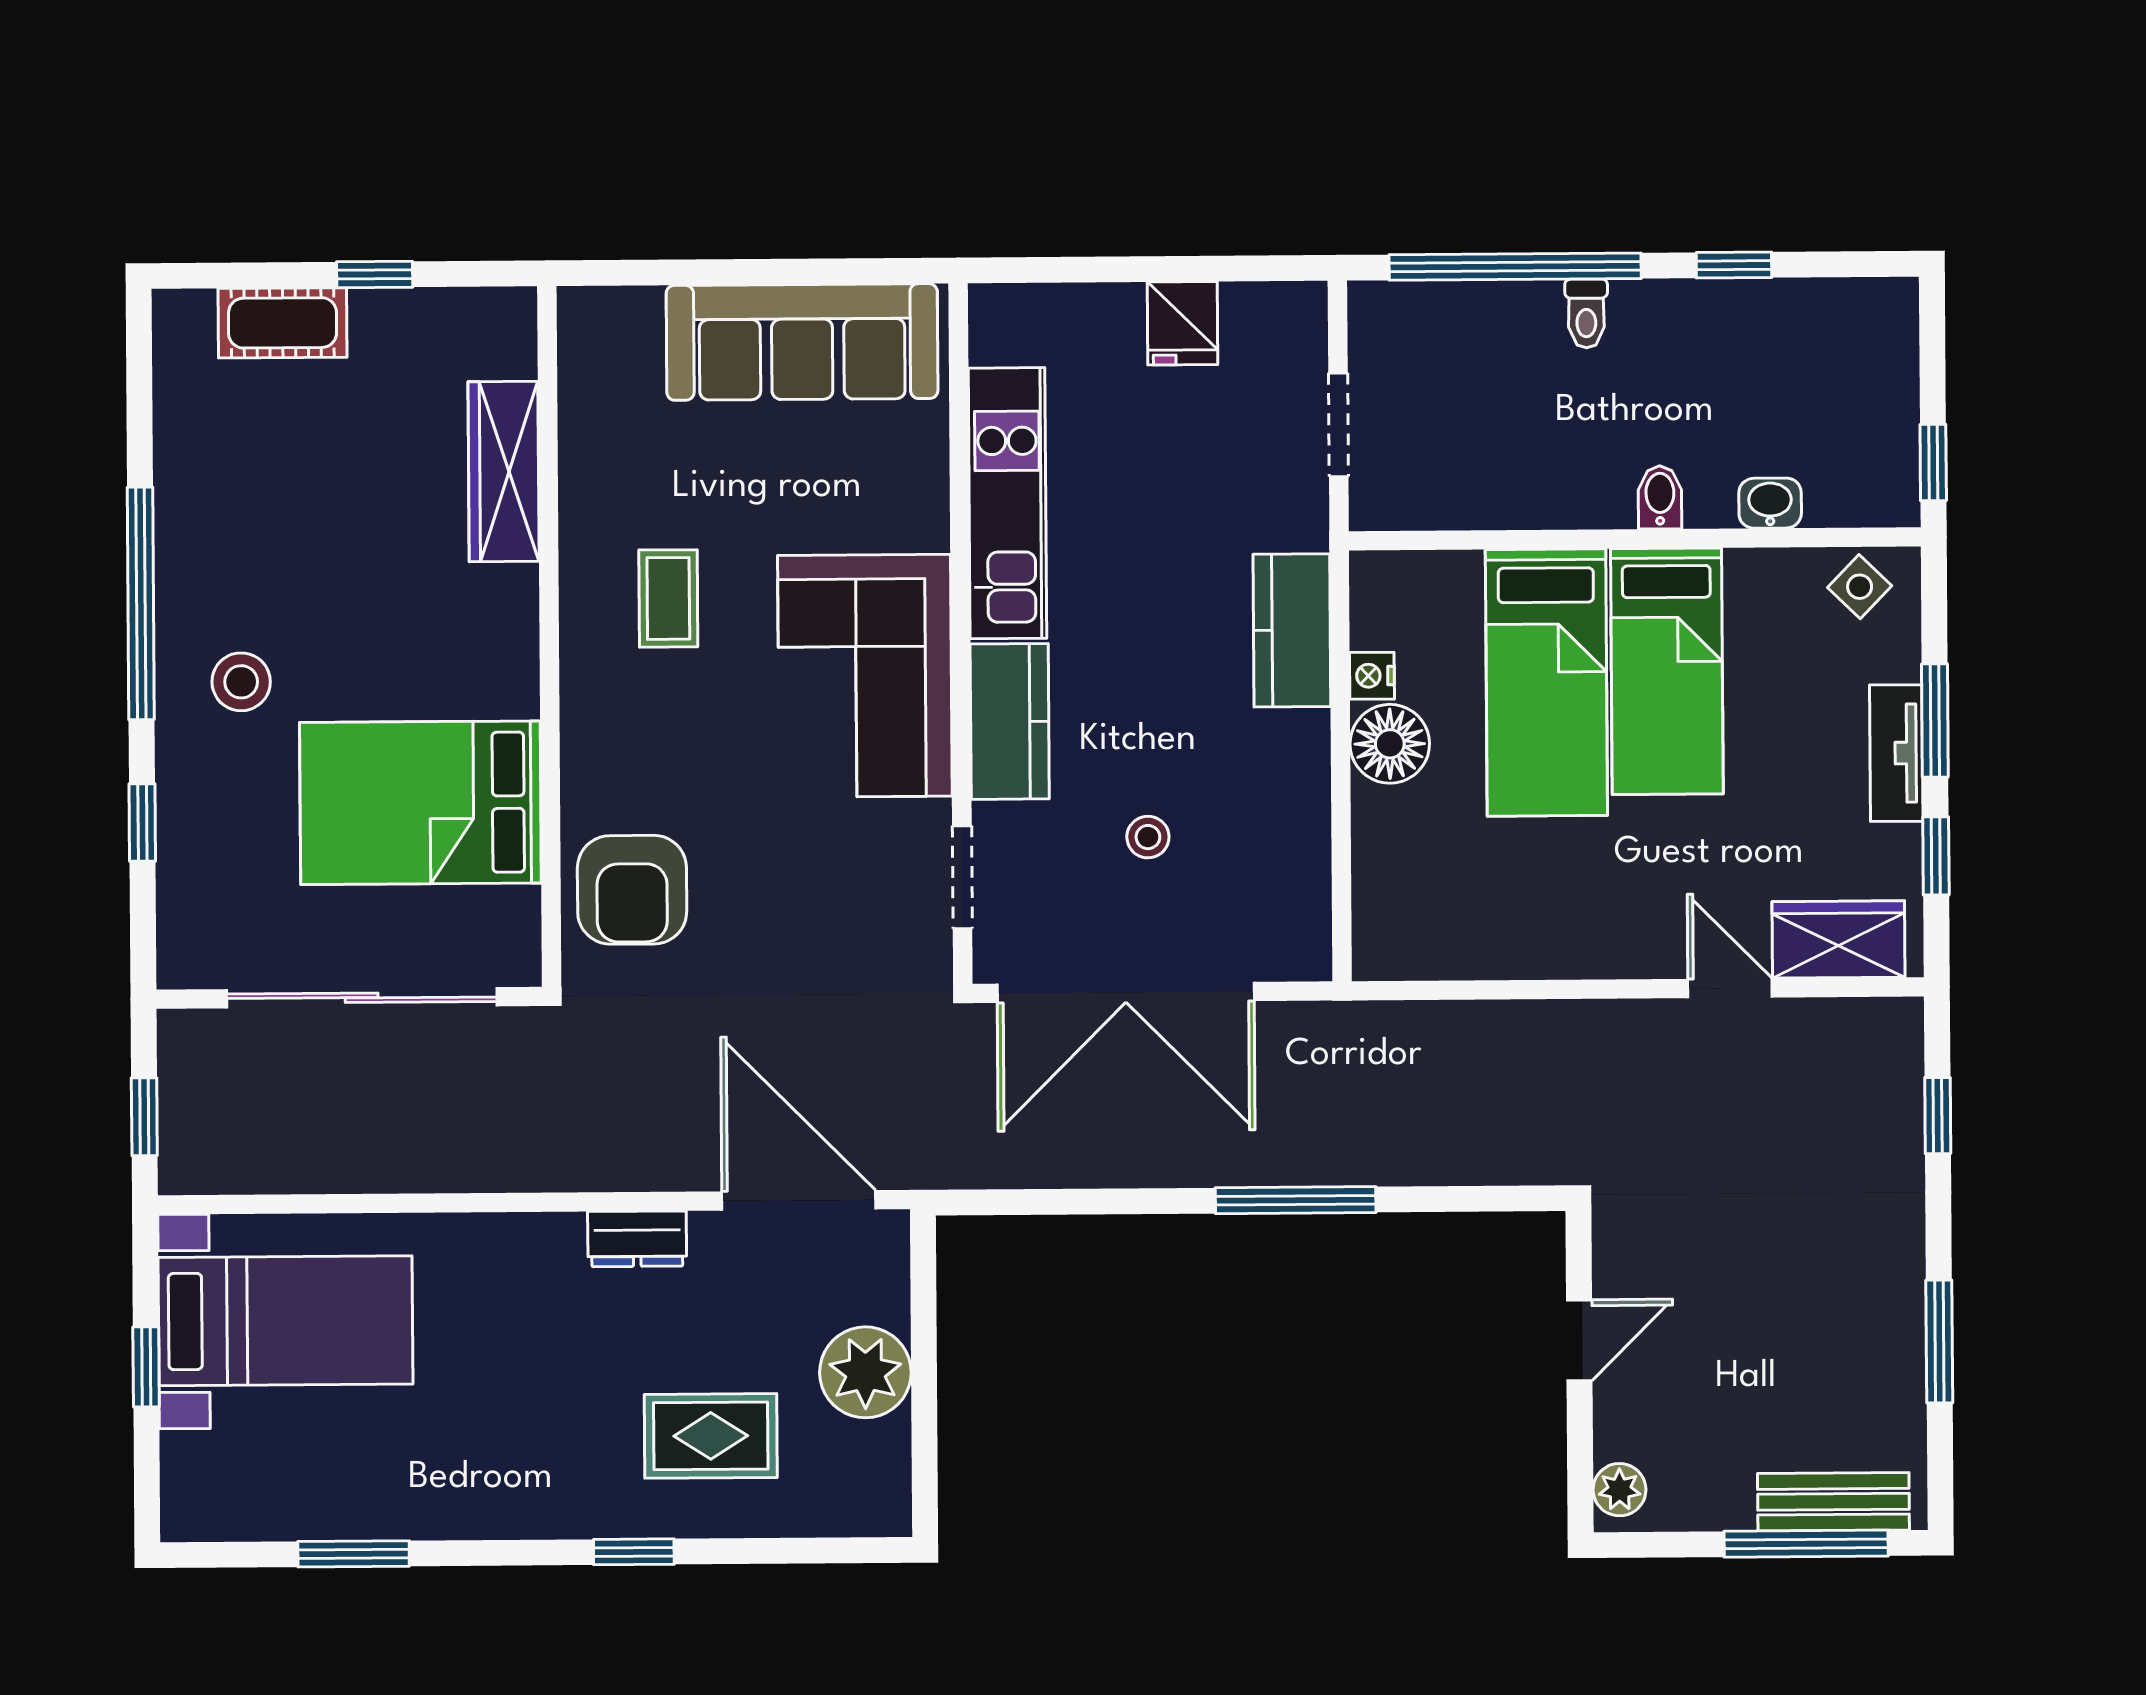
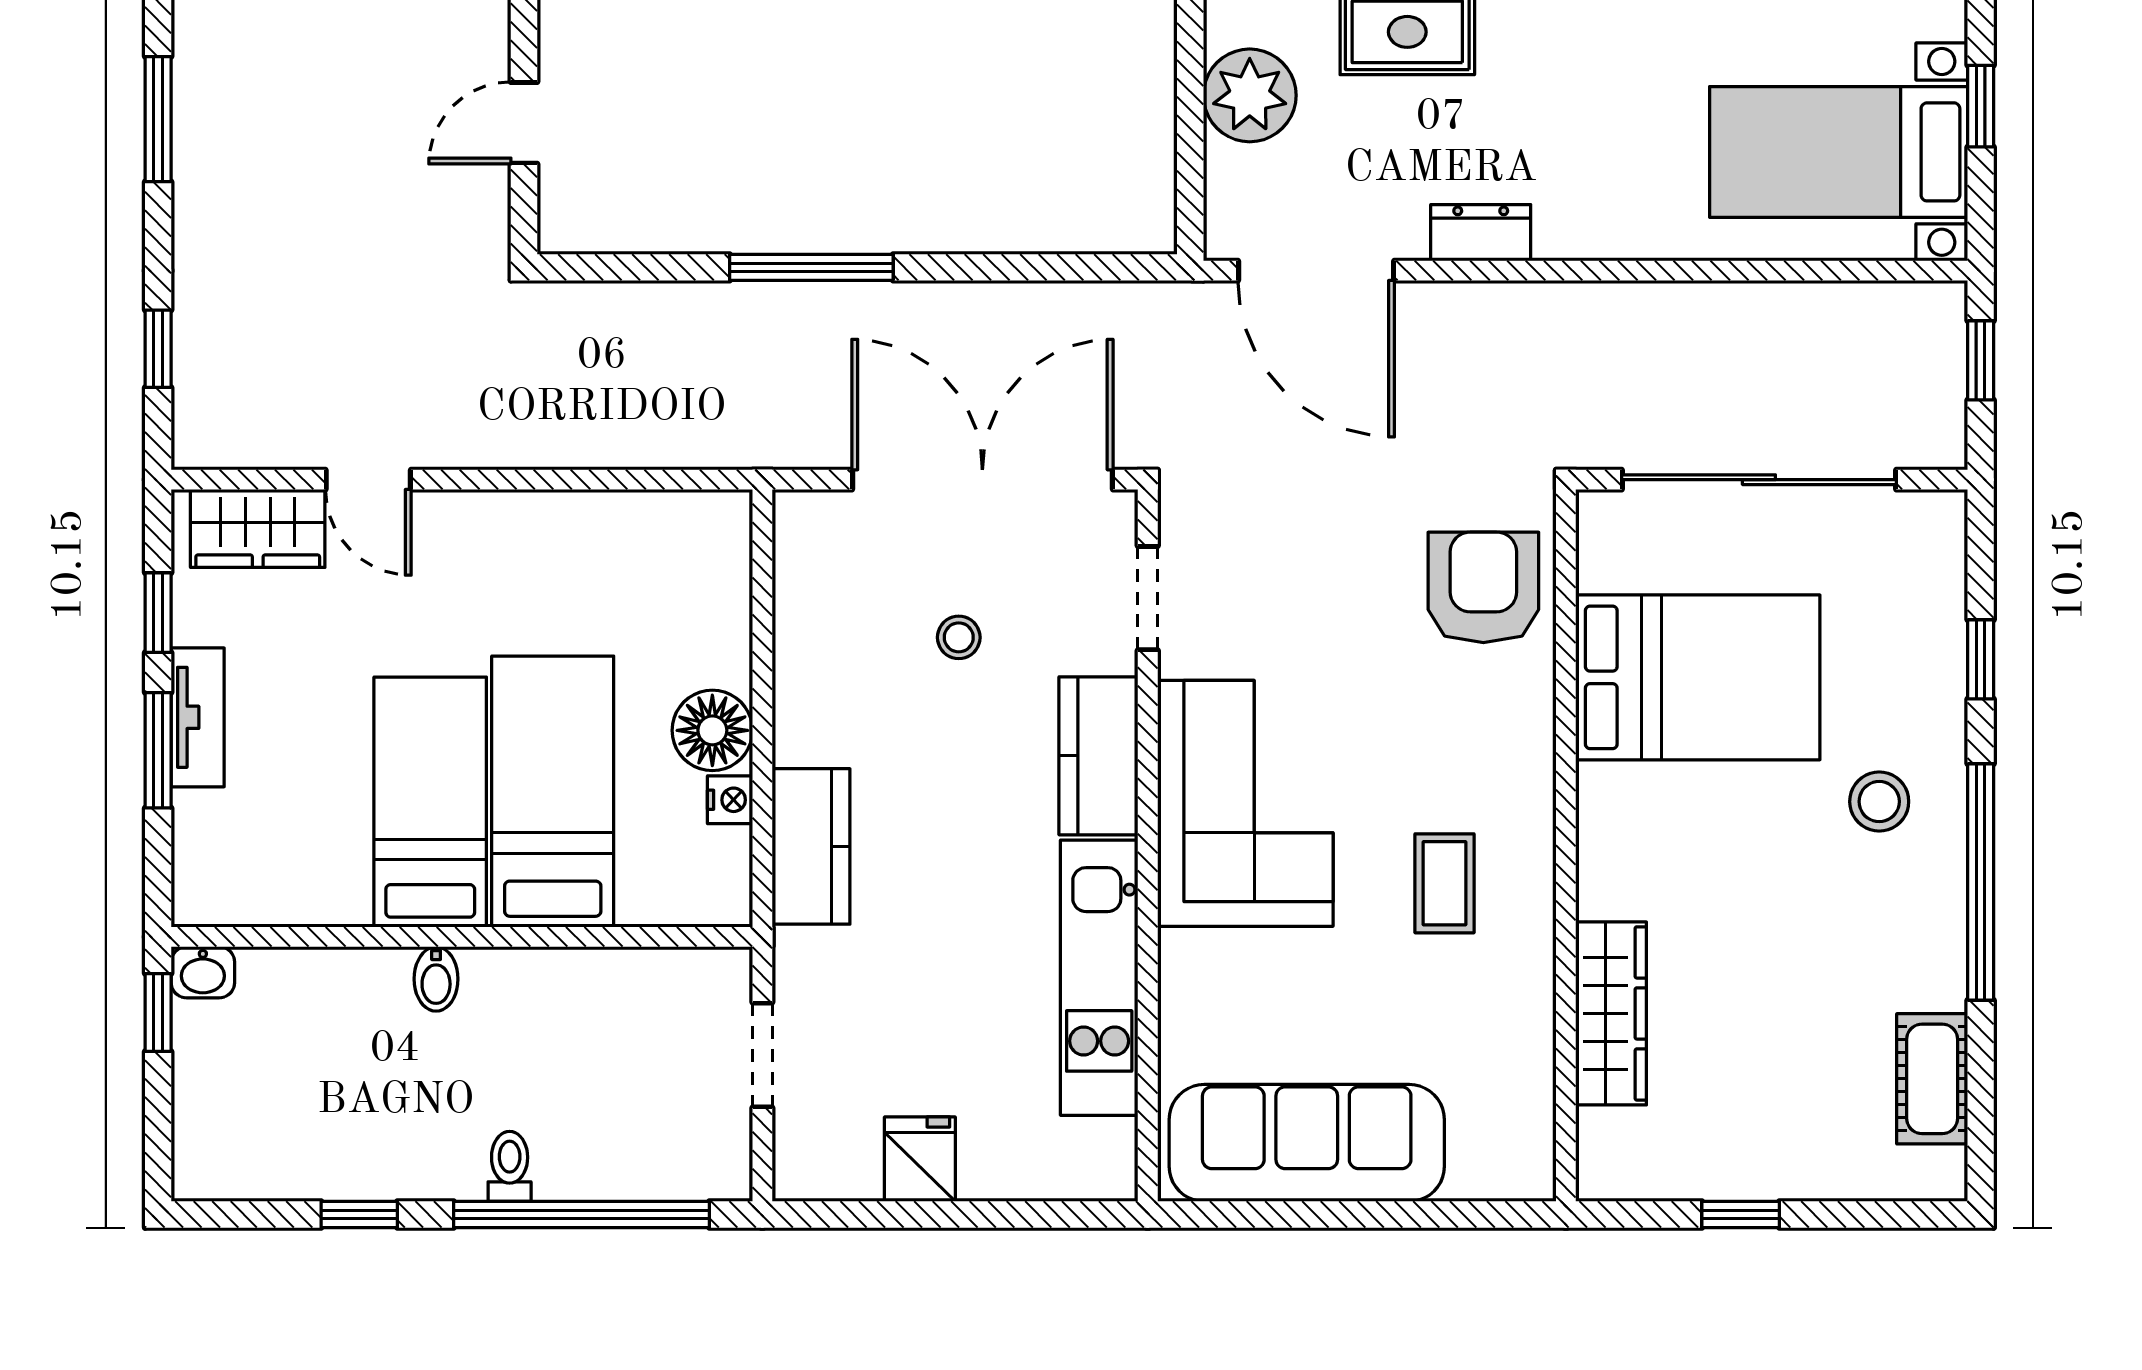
cot: (283, 323) -> (1932, 1079), moved, turned 90
washbasin: (1770, 503) -> (203, 972), moved
side table: (1860, 587) -> (234, 887), removed

